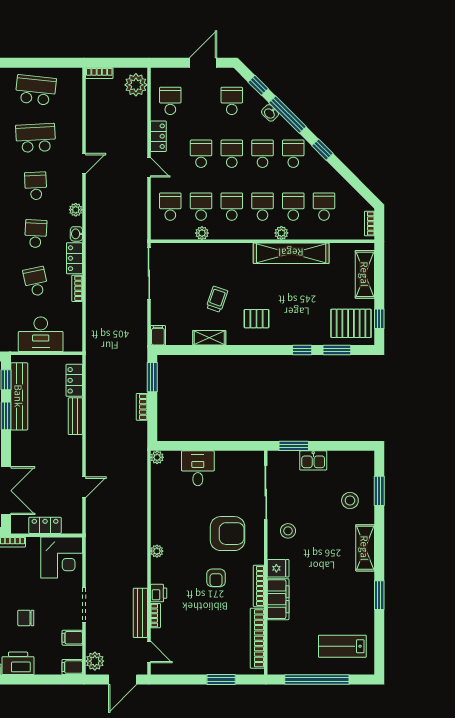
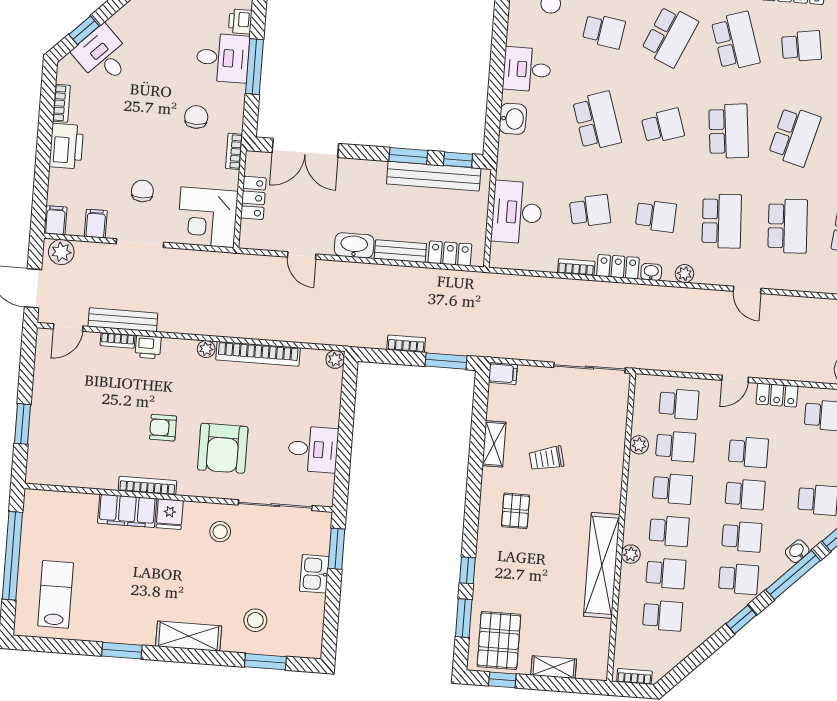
school desk: (36, 186) -> (722, 221), width x1.85
shelving: (365, 274) -> (554, 667), width x0.67, depth x0.75
trolley: (217, 299) -> (546, 458), turned 147
washbasin: (74, 450) -> (354, 245), added
desk: (198, 468) -> (313, 449), moved
chair: (26, 618) -> (142, 191), moved
bookcase: (257, 638) -> (258, 354), moved, turned 180

